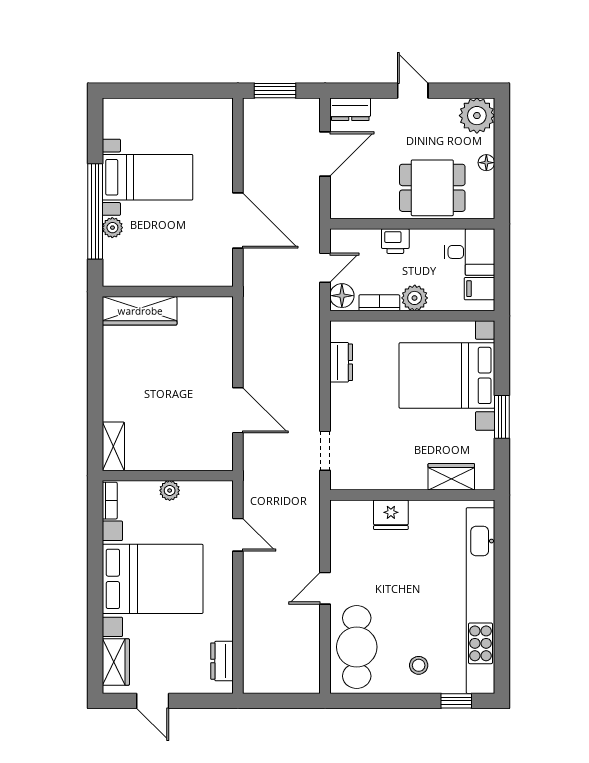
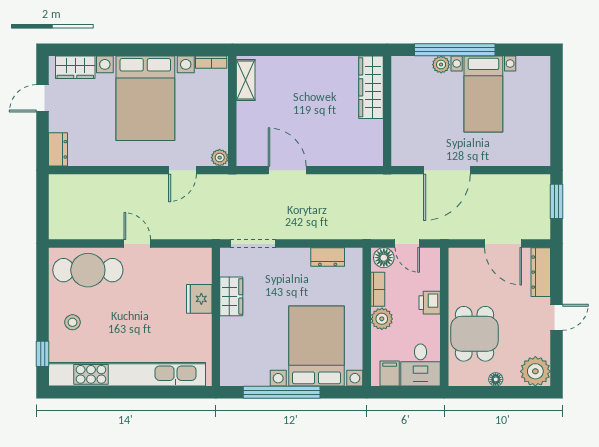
dresser: (350, 109) -> (541, 272), width x1.44
door: (238, 410) -> (287, 170), swing flipped
window: (502, 417) -> (282, 392), width x2.11
shelving: (113, 446) -> (246, 80), moved, turned 90
doorway: (325, 451) -> (253, 244), width x1.38
wardrobe: (451, 477) -> (231, 296), moved
plant: (170, 490) -> (220, 158), moved
dresser: (222, 661) -> (58, 149), moved, turned 90

